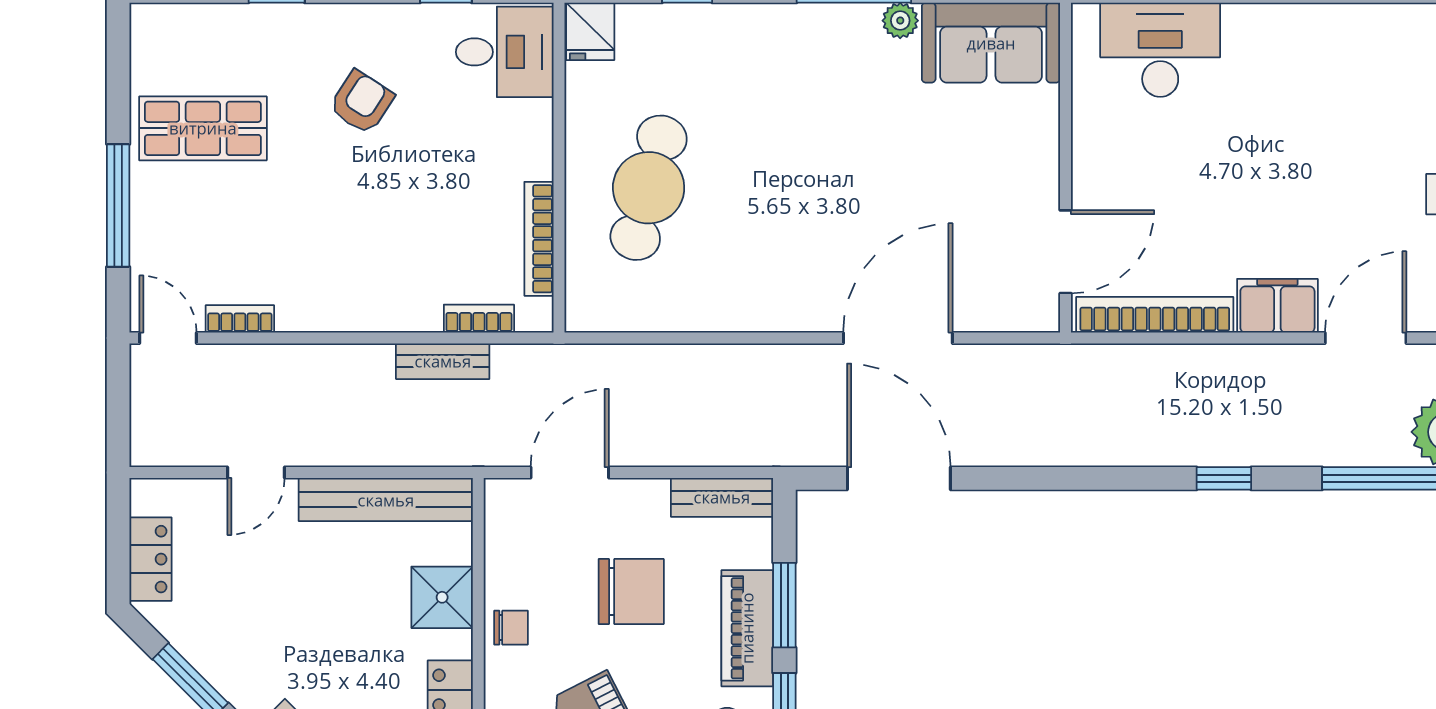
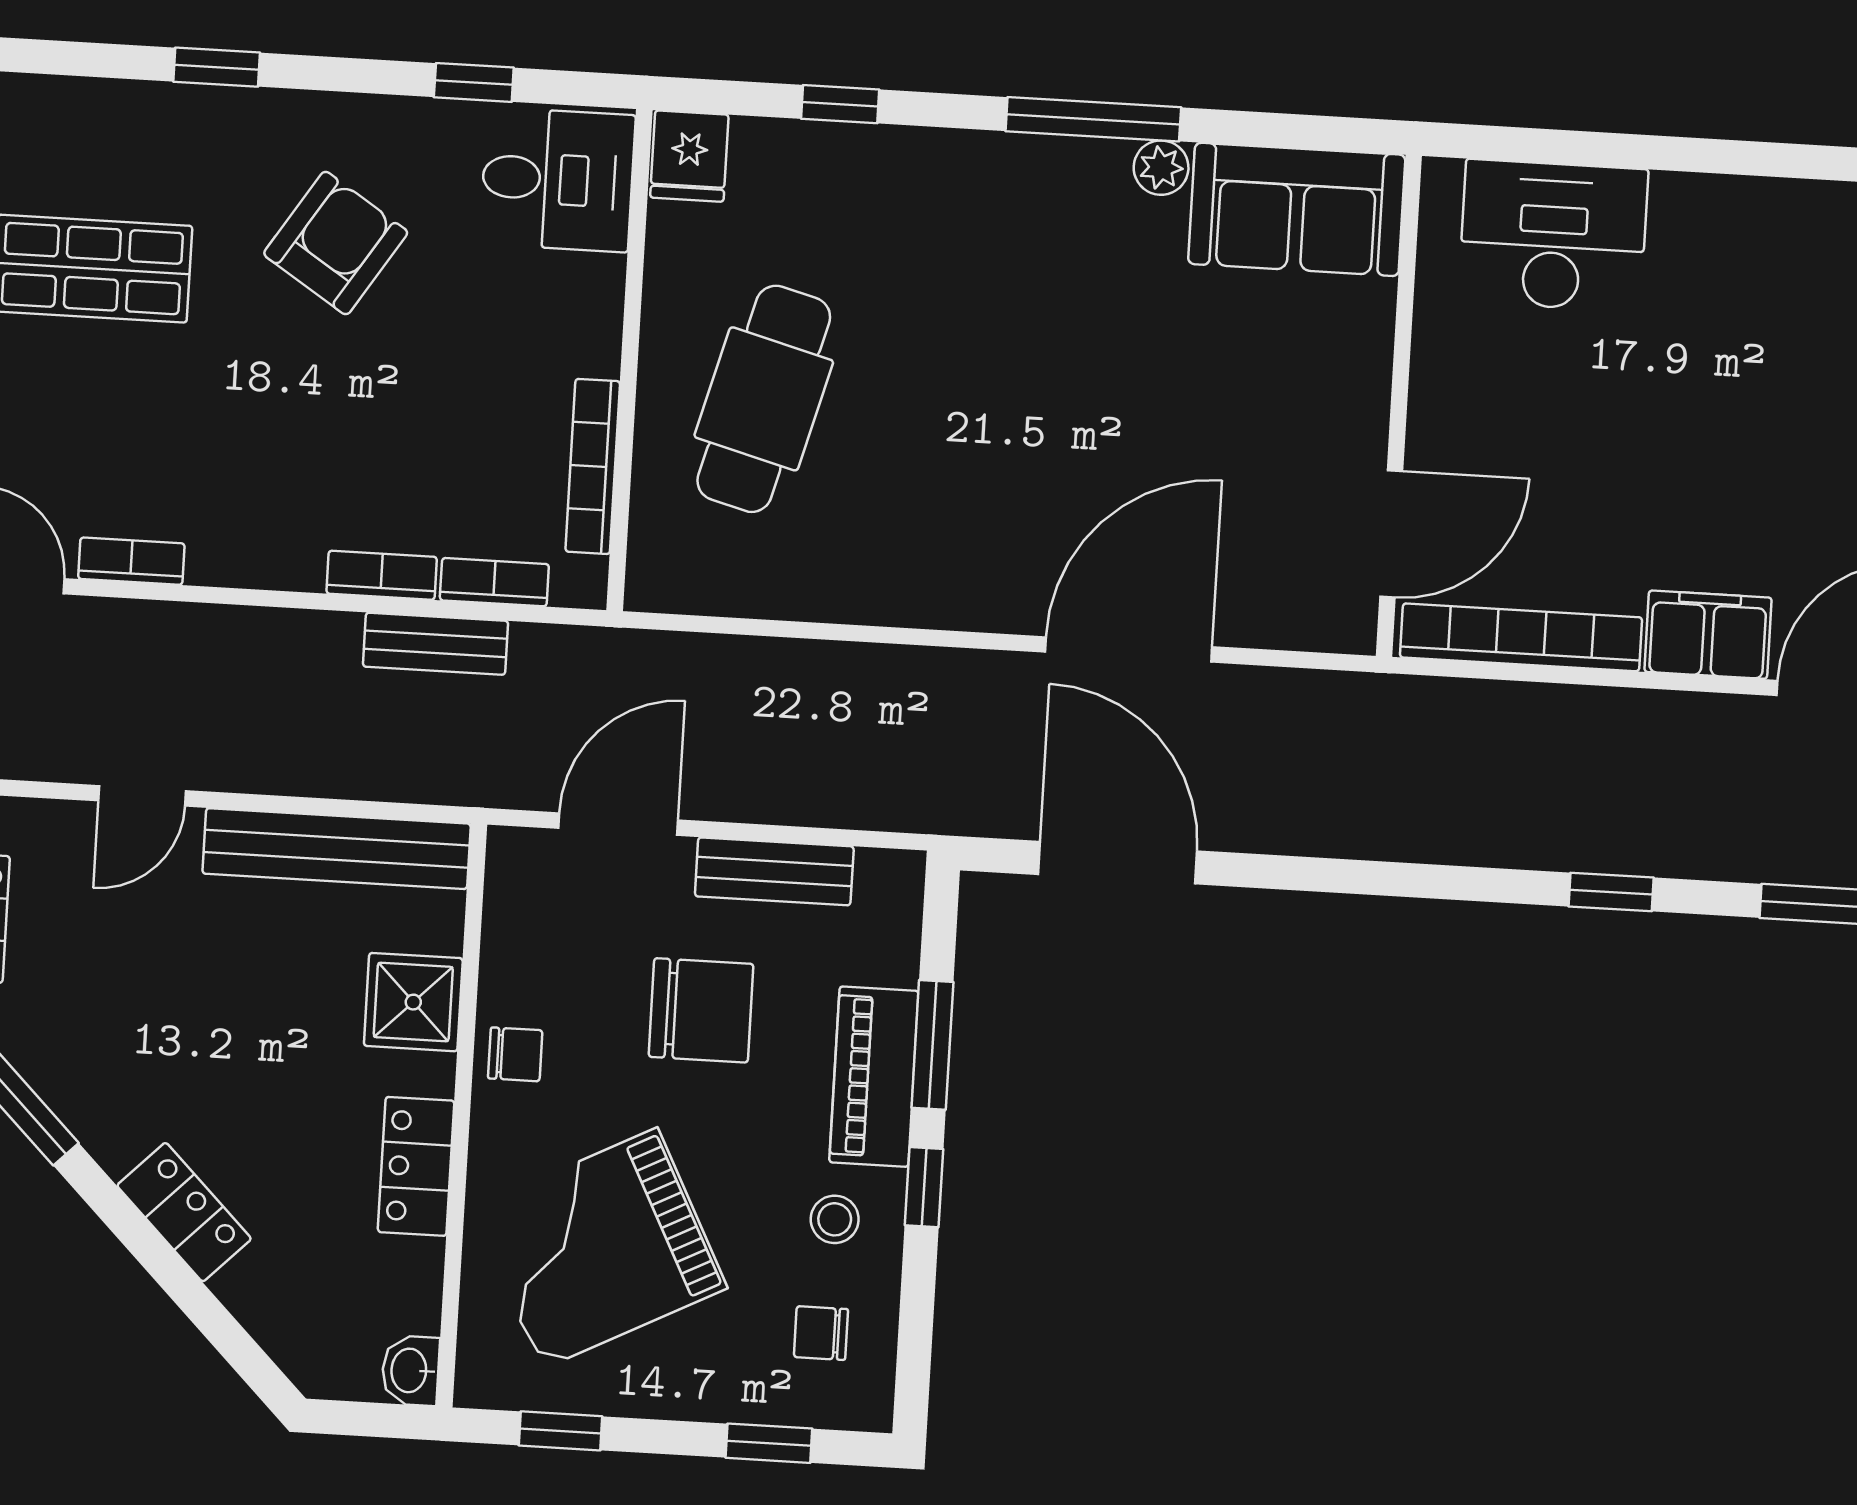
armchair: (362, 102) -> (336, 243), width x1.38, depth x1.38
bookcase: (405, 318) -> (382, 575), added
bench: (722, 497) -> (774, 871), moved

